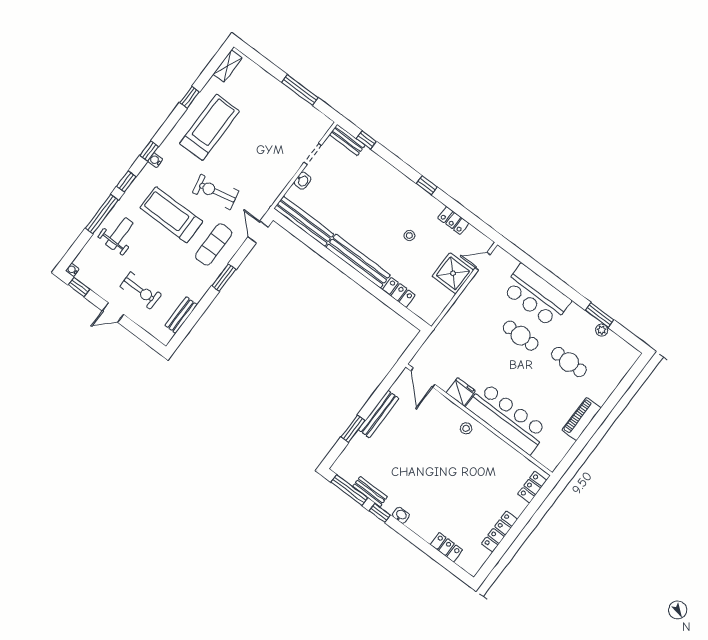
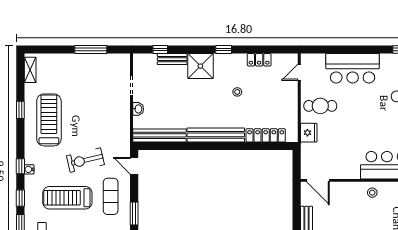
bench: (347, 140) -> (172, 59), moved
shower: (453, 273) -> (200, 66), moved
locker: (399, 292) -> (266, 135), width x1.53
cafe table: (521, 336) -> (320, 106), moved
fridge: (461, 392) -> (309, 133), moved, turned 90

